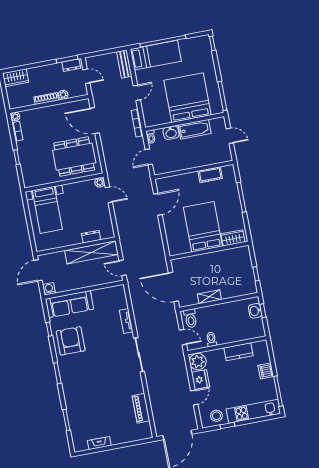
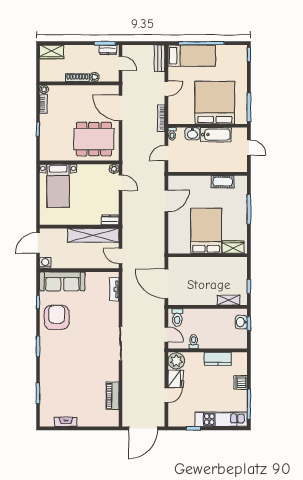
dresser: (91, 237) -> (110, 220), moved
shelving: (209, 297) -> (229, 300), moved
tv unit: (126, 321) -> (114, 289), moved
stool: (216, 416) -> (184, 417), removed

